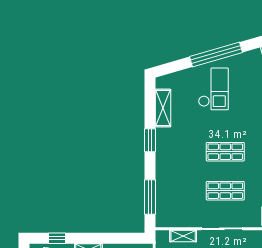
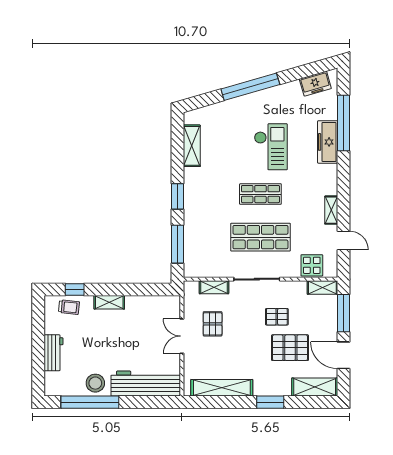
checkout: (213, 89) -> (271, 147), moved
window: (150, 140) -> (177, 196), moved
shop shelf: (225, 191) -> (260, 237), width x1.43, depth x1.36

